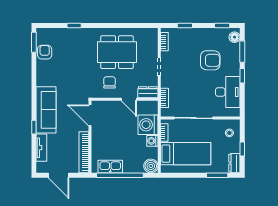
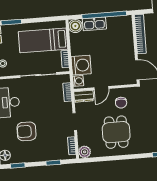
plant: (151, 34) -> (85, 152), added
dining table: (117, 52) -> (116, 132), width x0.73
door: (129, 99) -> (101, 88), swing flipped
washing machine: (152, 141) -> (78, 81), moved
kitchen sink: (110, 167) -> (94, 24), moved

